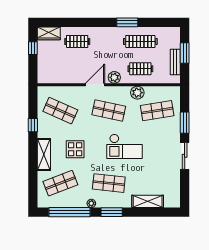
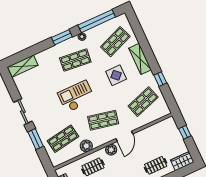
window: (33, 48) -> (185, 132), moved
shop shelf: (60, 111) -> (143, 102), turned -42
shelving: (148, 201) -> (23, 66), moved

